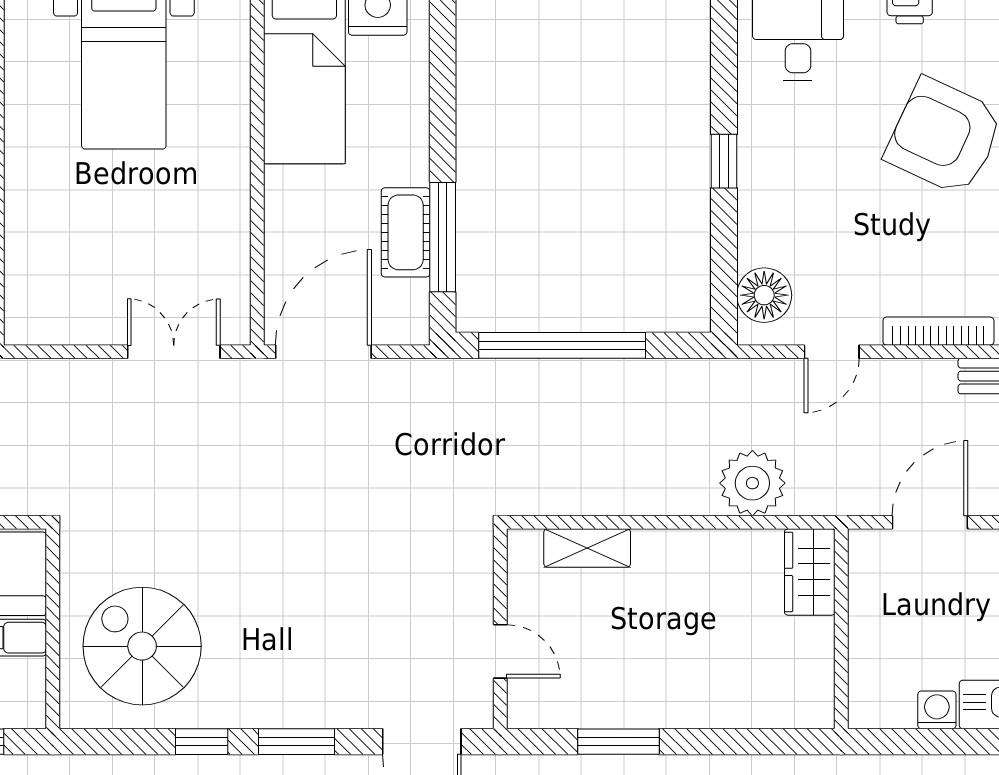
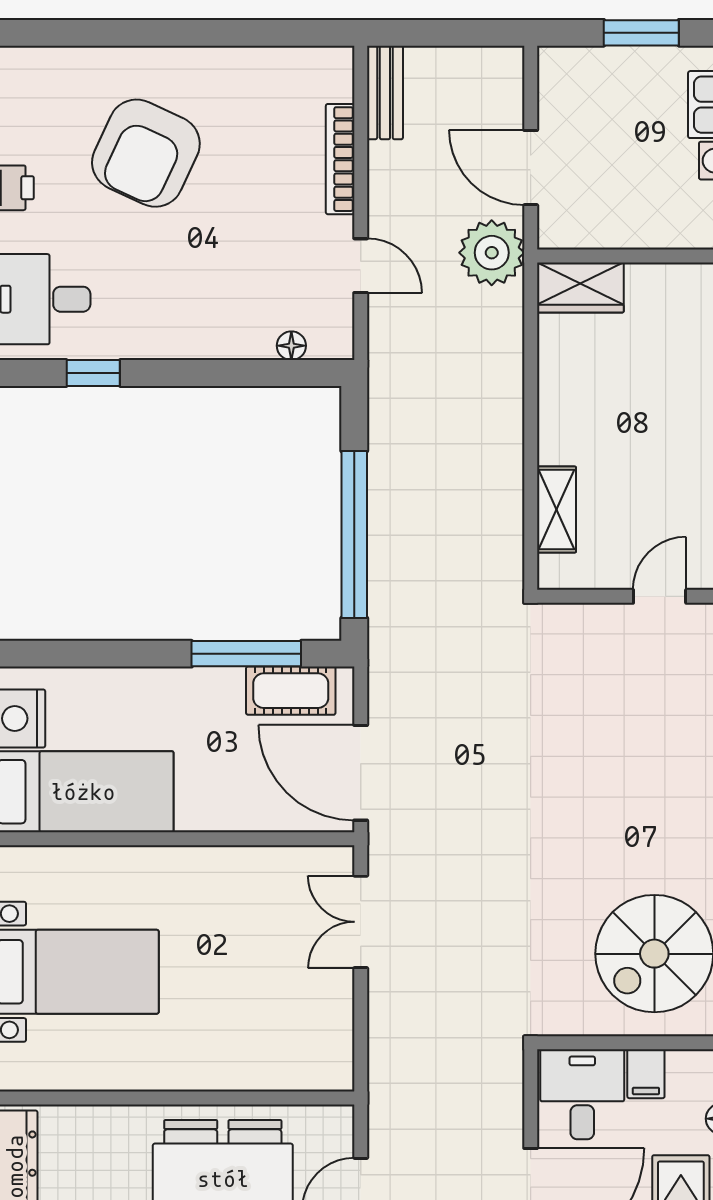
window: (724, 161) -> (93, 373), moved
cot: (406, 232) -> (291, 691), moved
floor lamp: (764, 295) -> (291, 346), width x0.53, depth x0.53
plant: (752, 483) -> (492, 253), moved

